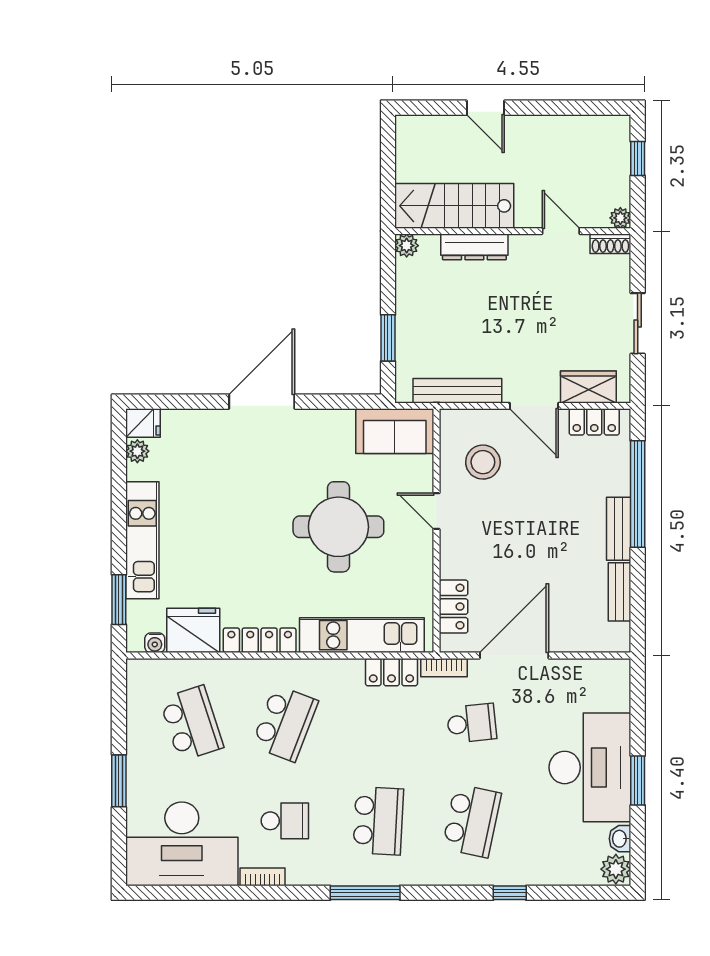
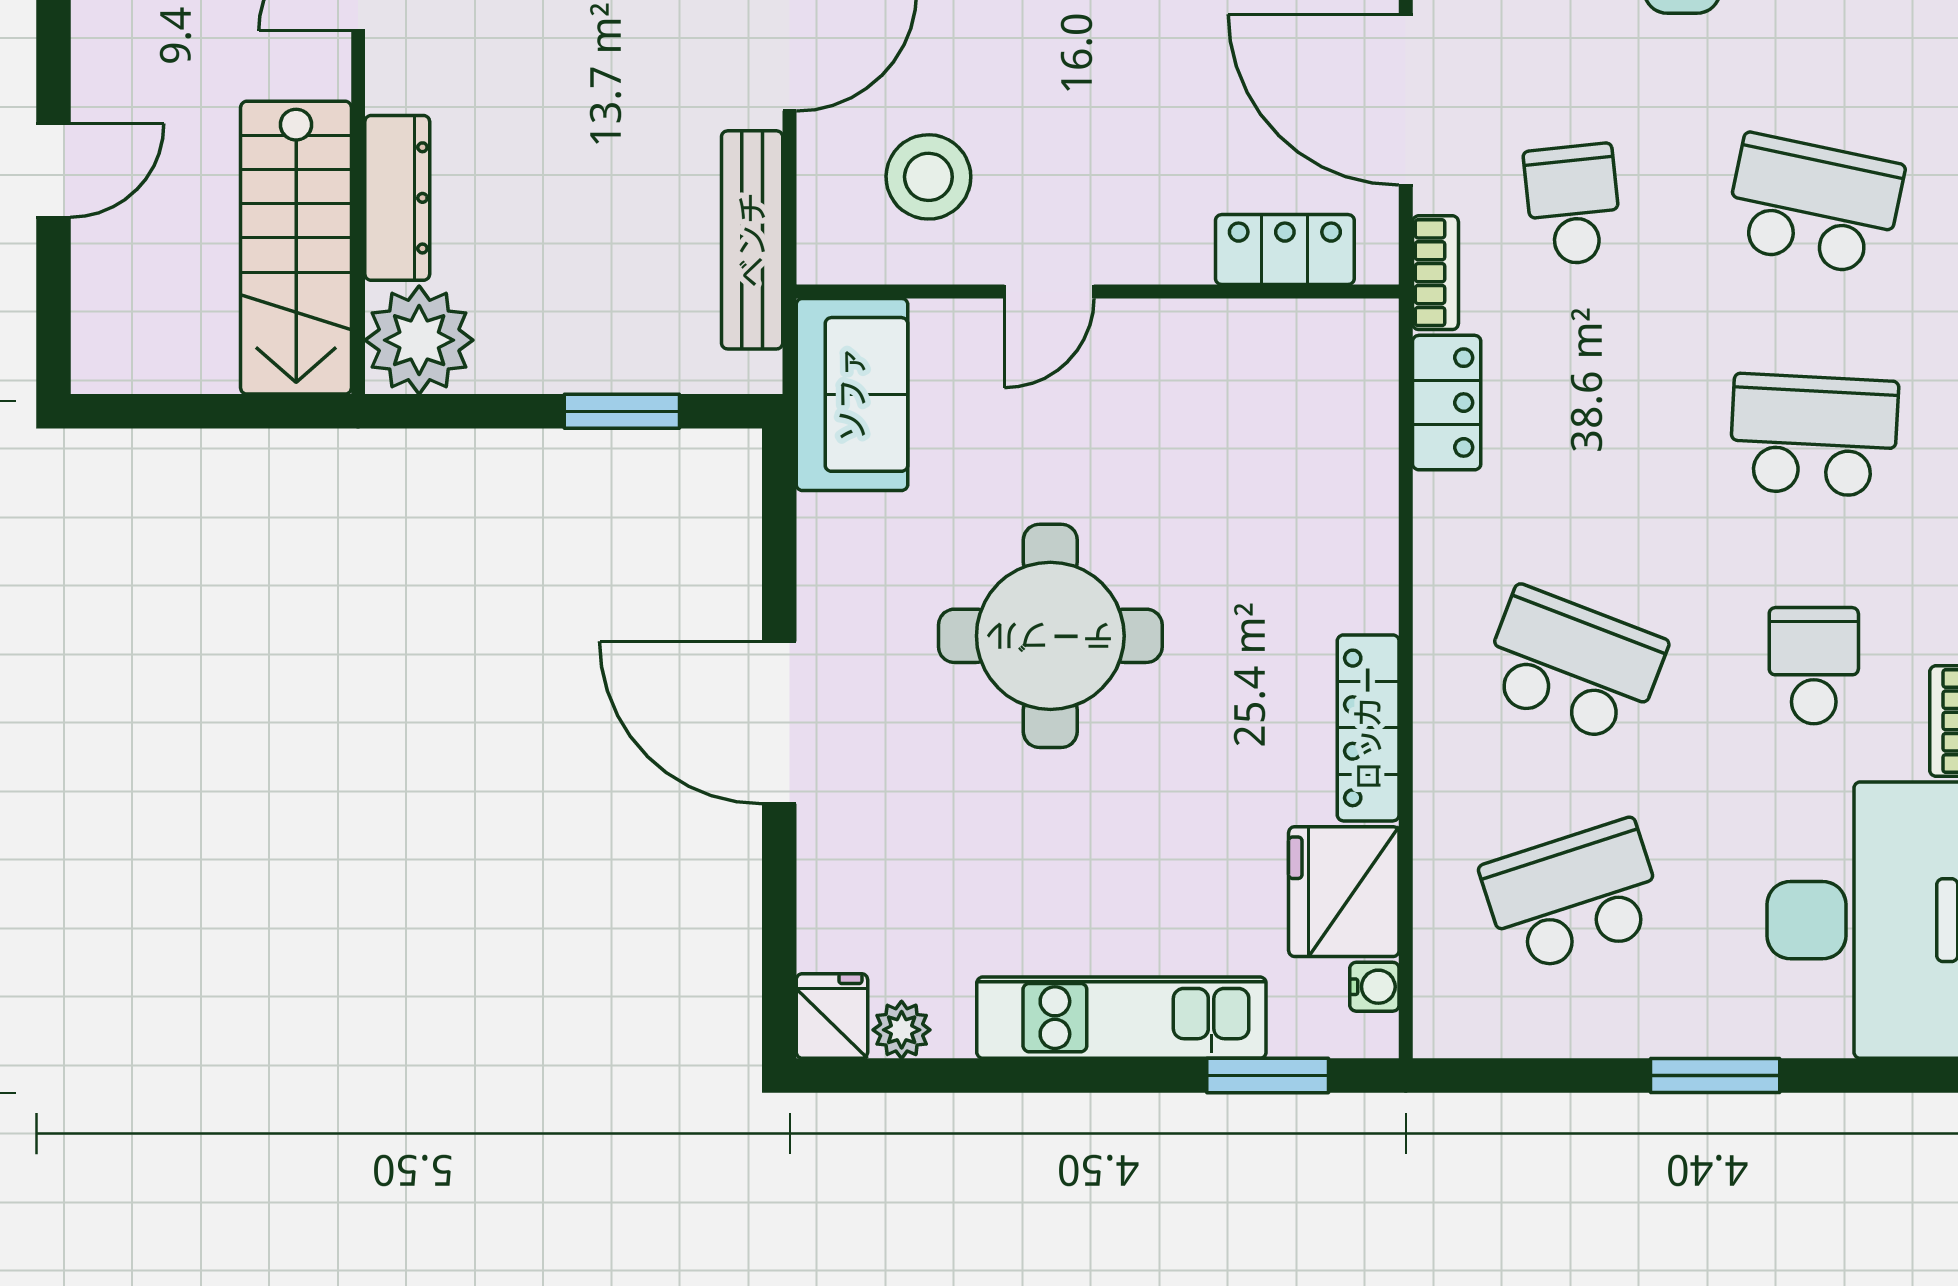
plant: (407, 246) -> (419, 340), width x1.88, depth x1.88
round table: (338, 527) -> (1050, 636), moved
kitchen unit: (362, 635) -> (1356, 476), removed

